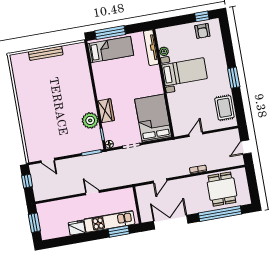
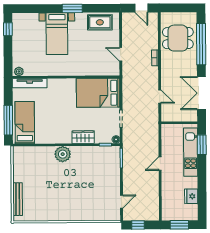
armchair: (202, 31) -> (22, 31), removed
plant: (164, 51) -> (19, 71), moved
bench: (46, 53) -> (18, 199), moved
bed with nightstands: (184, 72) -> (57, 34), moved, turned 180
plant: (90, 120) -> (63, 154), moved
fridge: (77, 228) -> (191, 196), moved

